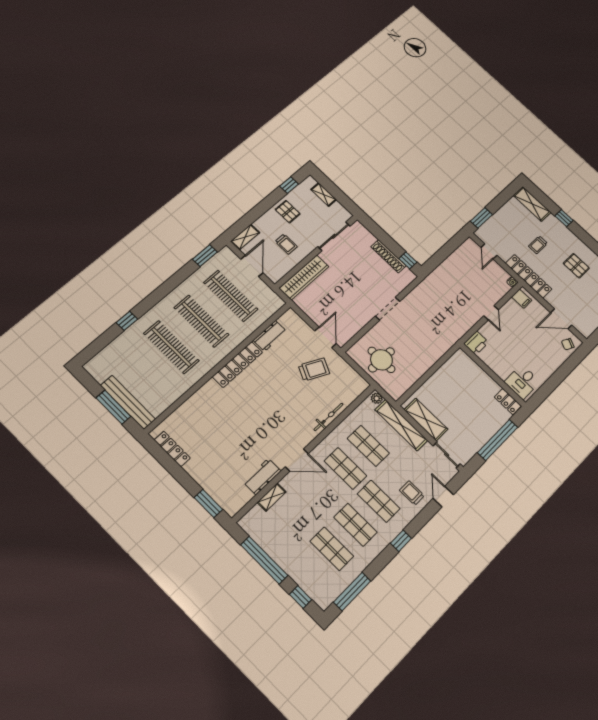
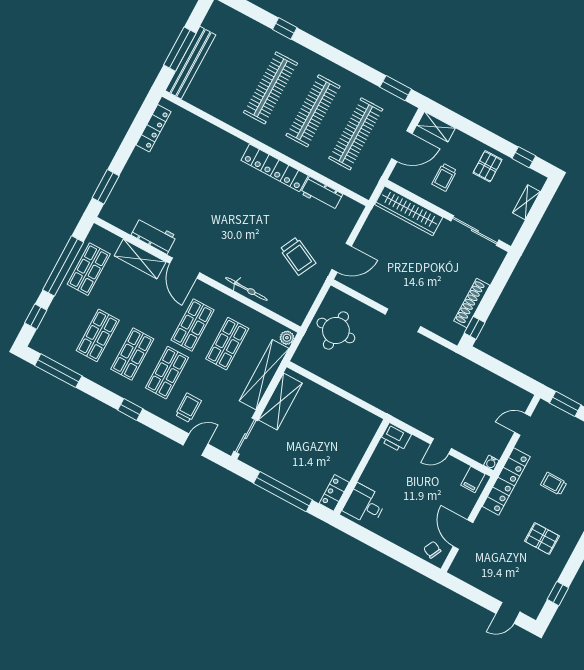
pallet: (576, 266) -> (542, 539), turned 90
shelving: (272, 497) -> (140, 259), width x1.50, depth x1.33
shop shelf: (274, 539) -> (89, 269), added

